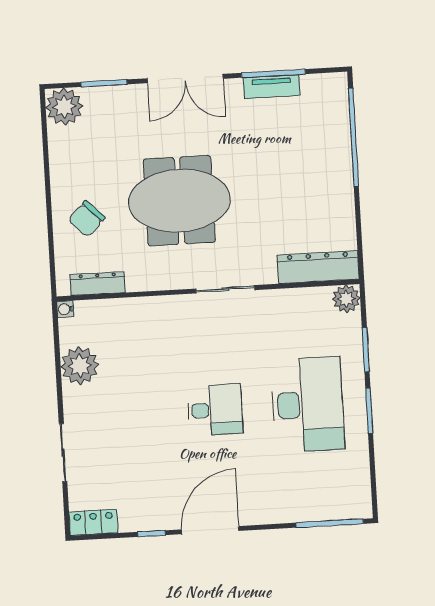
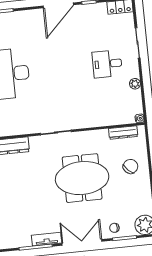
tv unit: (272, 87) -> (47, 239), moved
chair: (122, 104) -> (114, 228), added
plant: (80, 366) -> (135, 84), width x0.53, depth x0.53
desk: (215, 410) -> (107, 64), moved

